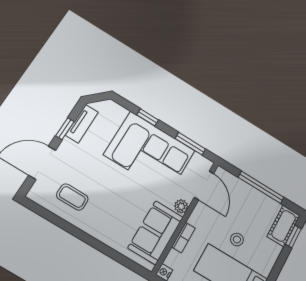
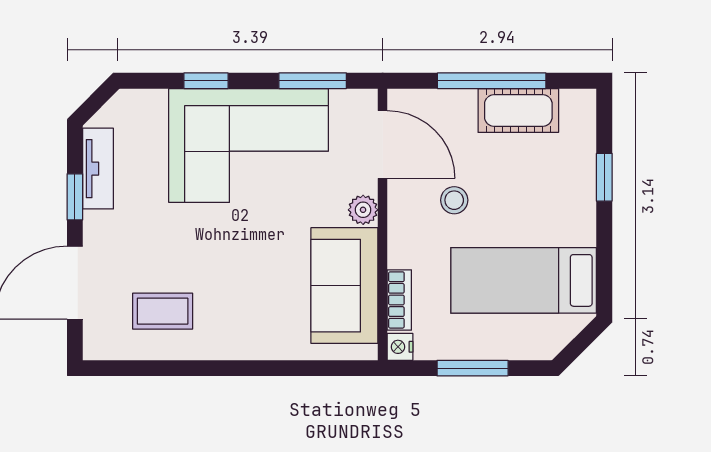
cot: (284, 226) -> (518, 111), moved, turned 90
window: (293, 237) -> (604, 177), moved
bookcase: (183, 238) -> (399, 300), moved
stool: (237, 239) -> (454, 200), moved

